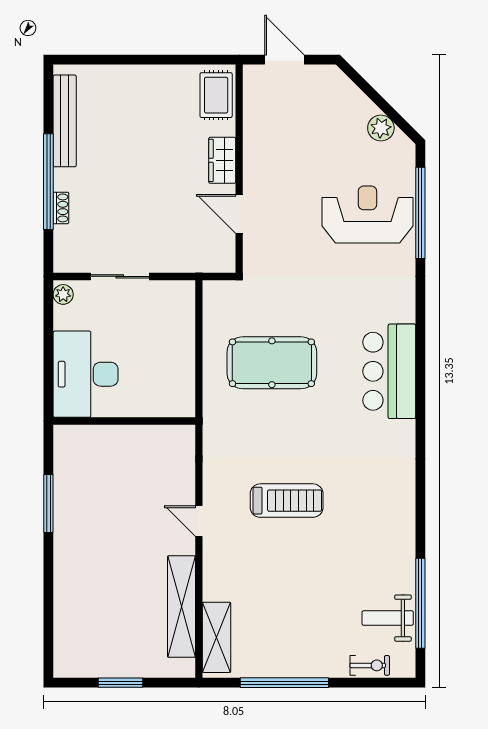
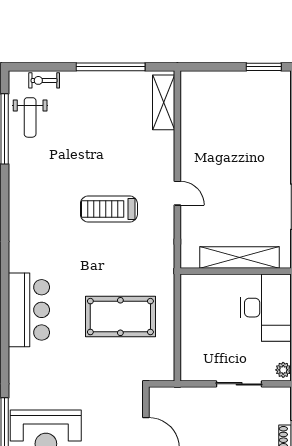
shelving: (181, 607) -> (239, 258), moved, turned 90
weight bench: (388, 618) -> (30, 117), turned 90
window: (121, 683) -> (264, 67), moved

